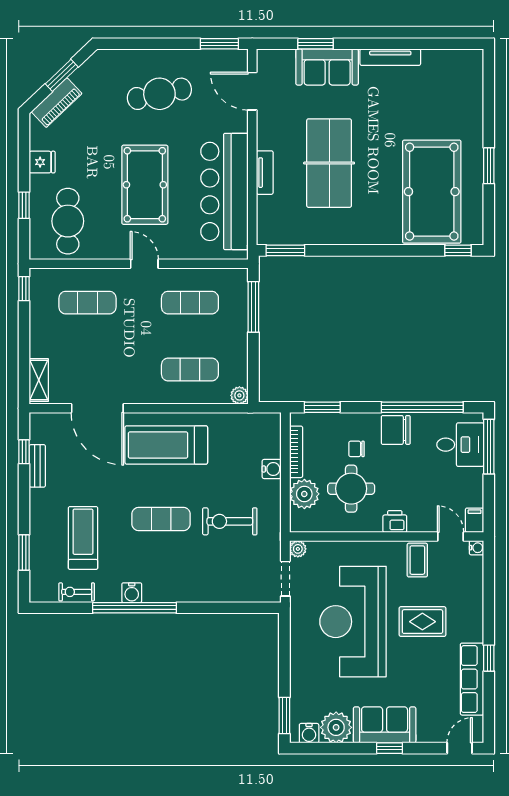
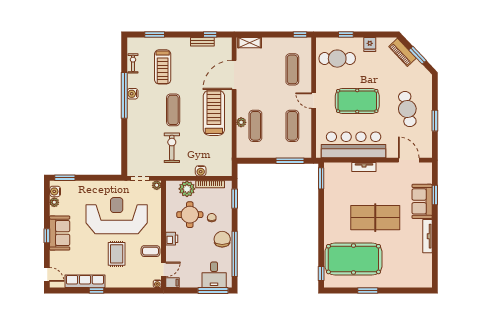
window: (219, 44) -> (435, 121), moved
door: (252, 91) -> (409, 160), hinge flipped
table tennis table: (329, 163) -> (375, 218), moved
door: (144, 264) -> (314, 101), swing flipped
plant: (239, 395) -> (241, 122), moved
treadmill: (83, 538) -> (163, 67), turned 90
plant: (336, 727) -> (54, 202), width x0.53, depth x0.53

